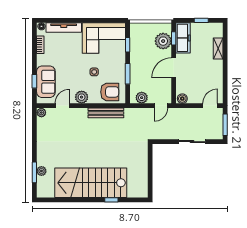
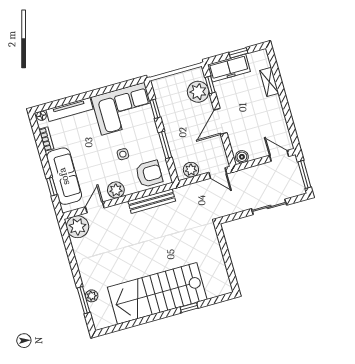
freezer: (183, 38) -> (229, 68), moved, turned 90
sofa: (46, 82) -> (64, 176), width x1.36
door: (161, 106) -> (218, 173), hinge flipped
door: (210, 106) -> (279, 156), hinge flipped
plant: (41, 113) -> (78, 227), width x1.88, depth x1.88

